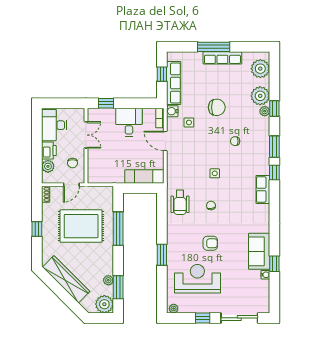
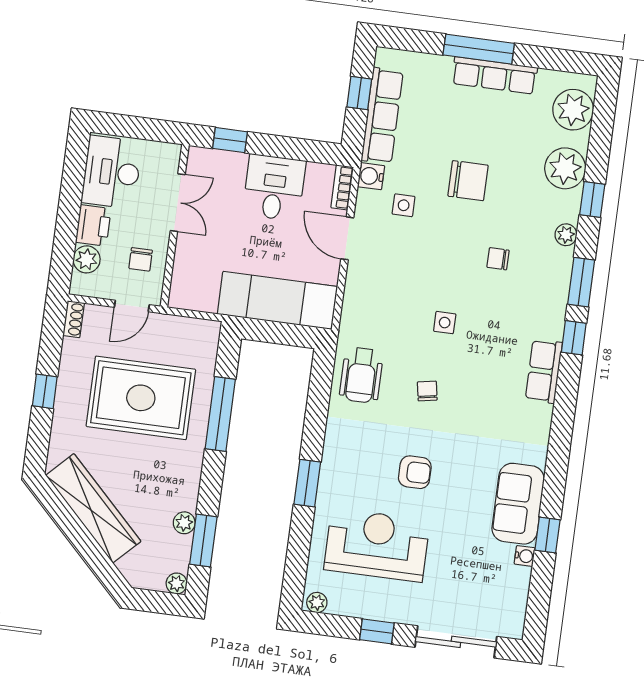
plant: (265, 111) -> (566, 235), moved
exam couch: (144, 177) -> (277, 300), width x1.36, depth x1.45
plant: (104, 304) -> (177, 583), width x0.53, depth x0.53

